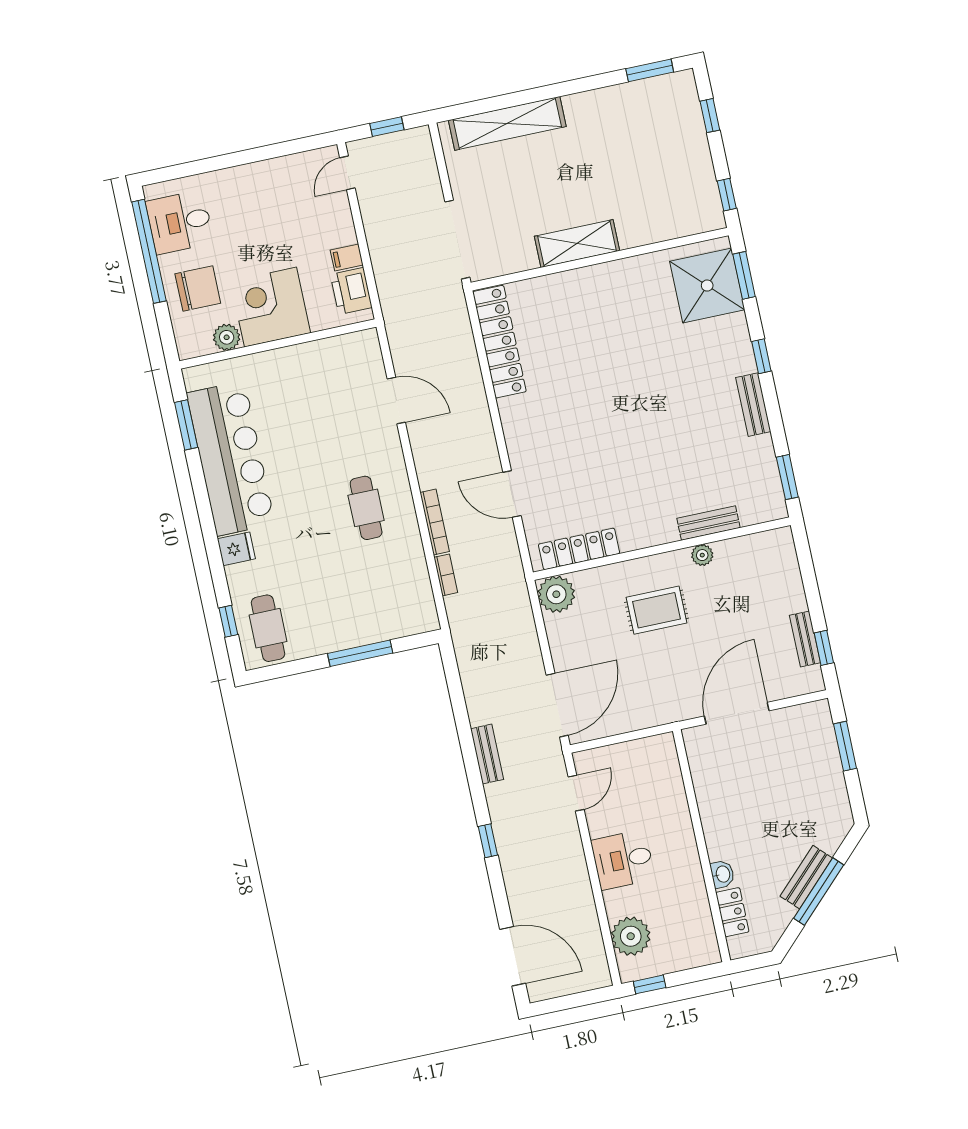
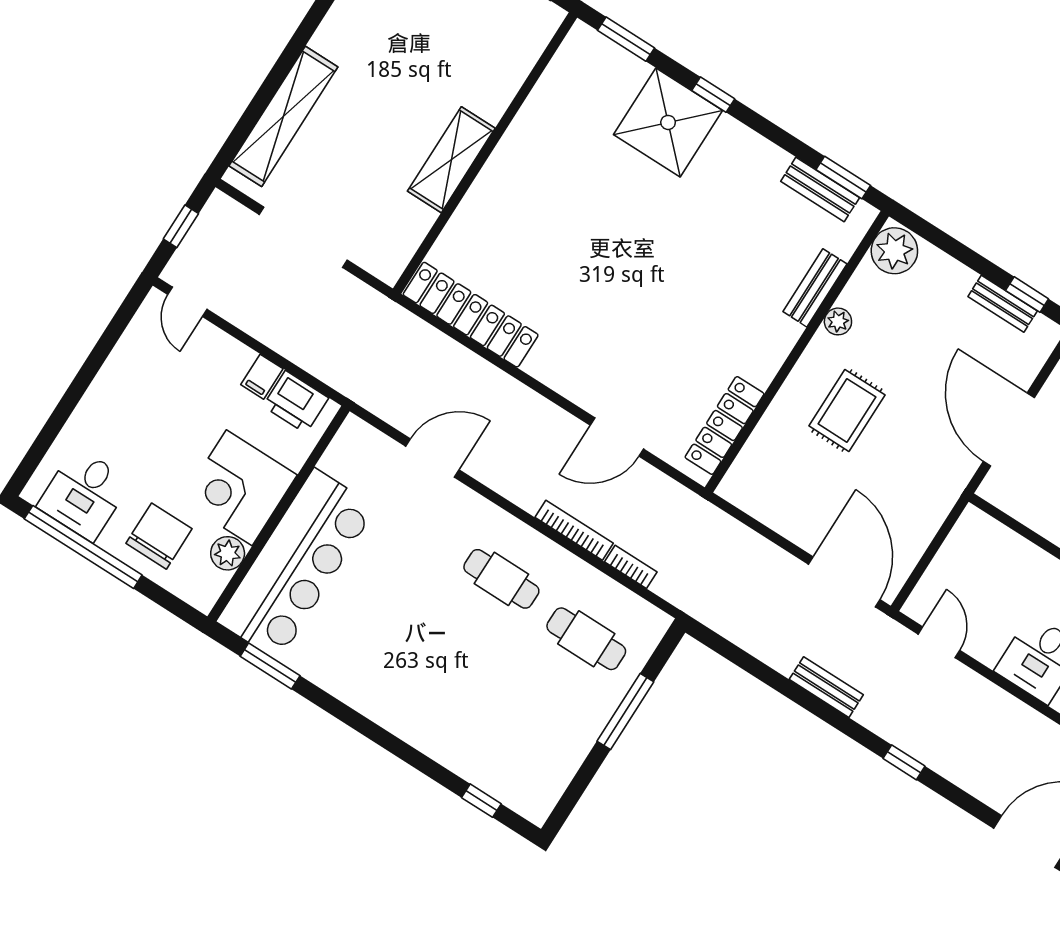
doorway: (457, 240) -> (303, 237), moved
shower: (707, 286) -> (668, 122), moved
bench: (753, 405) -> (820, 189), moved
bar counter: (231, 459) -> (296, 564), moved, turned 90
fridge: (236, 549) -> (424, 730), removed
plant: (556, 594) -> (894, 251), moved
cafe table: (268, 628) -> (586, 639), moved

